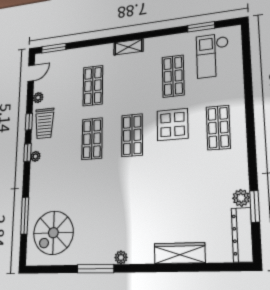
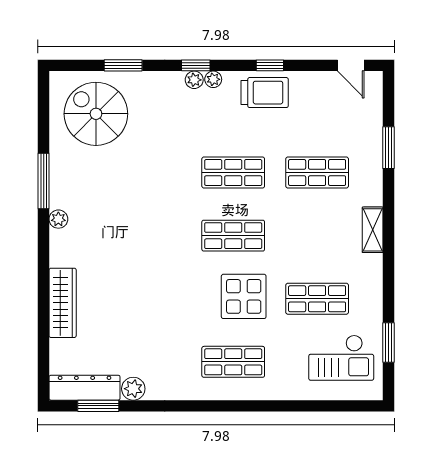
window: (54, 48) -> (389, 148), moved
checkout: (213, 56) -> (341, 358), turned 180
plant: (38, 98) -> (194, 80), moved
trolley: (44, 123) -> (265, 93), turned 180
window: (28, 153) -> (196, 65), moved
window: (255, 206) -> (98, 406), moved
window: (25, 216) -> (123, 65), width x0.69

